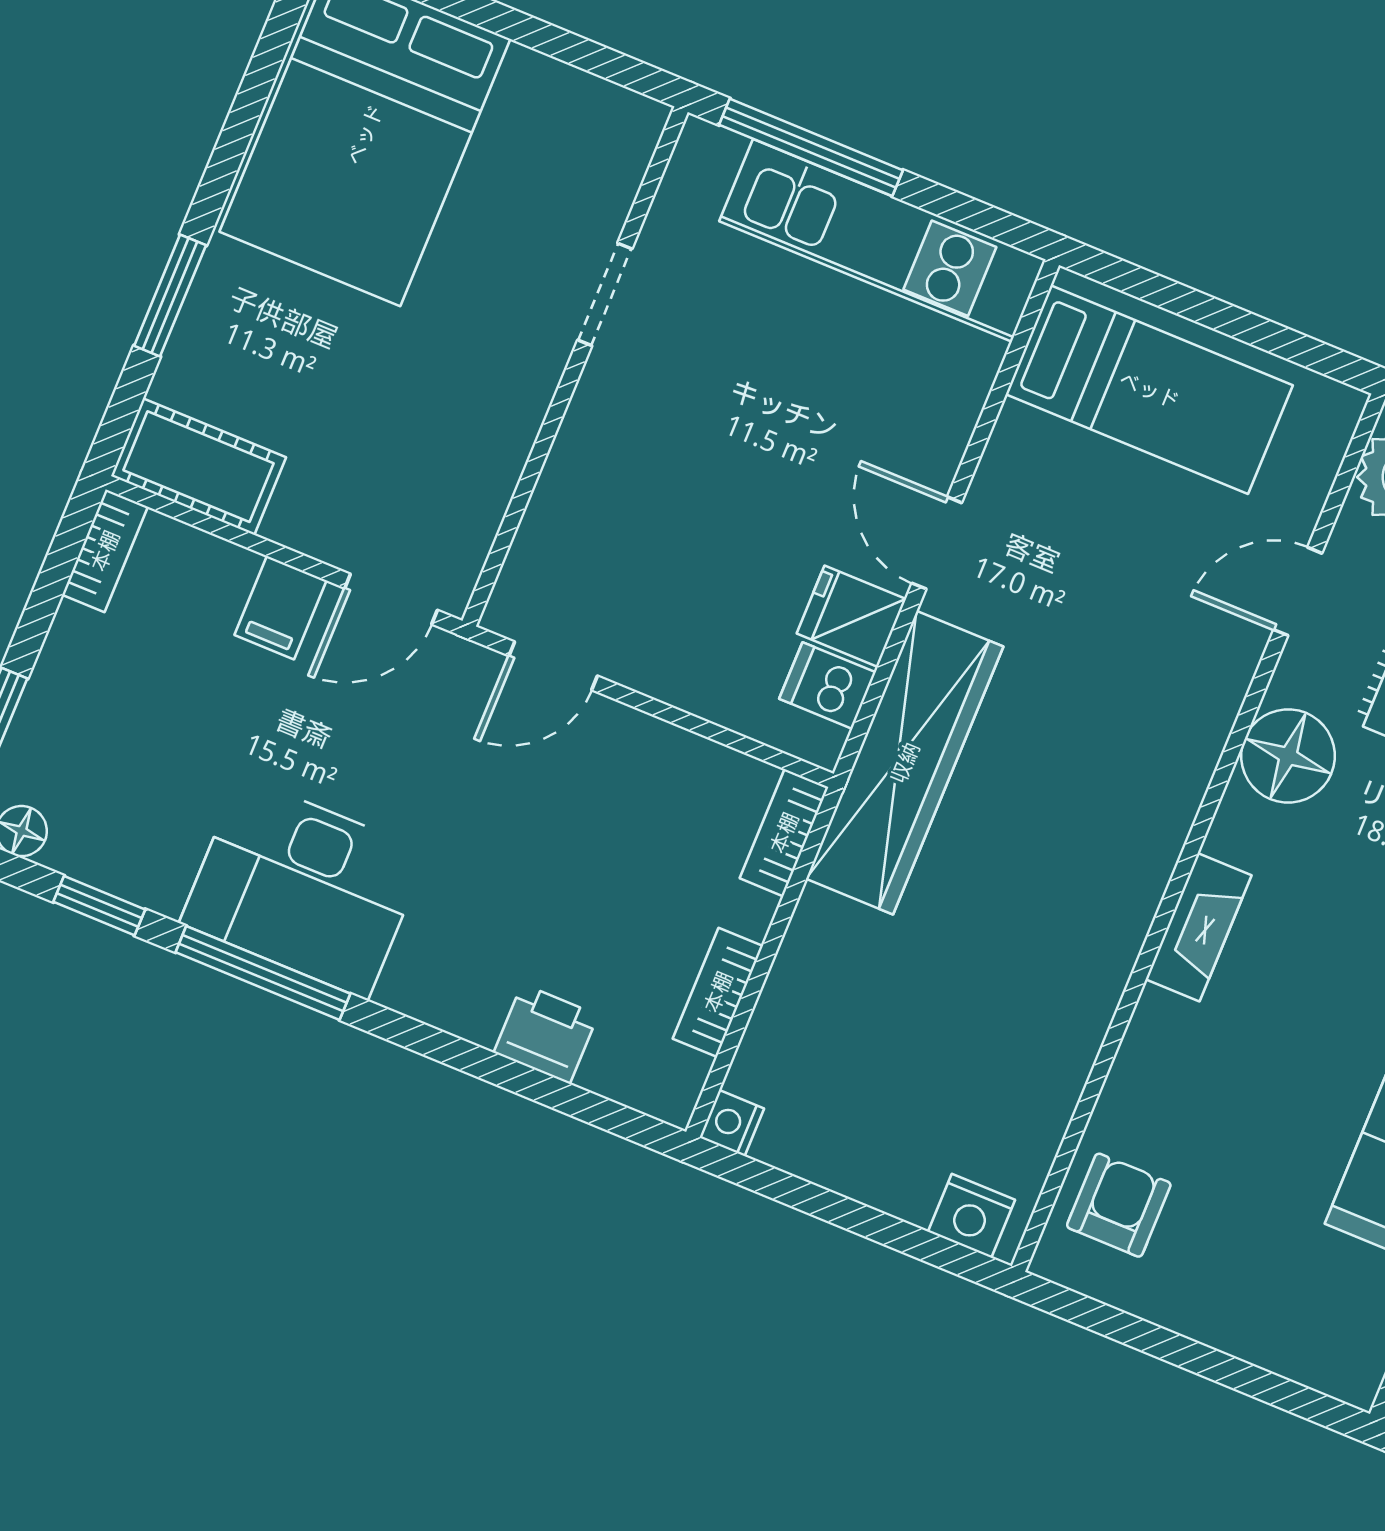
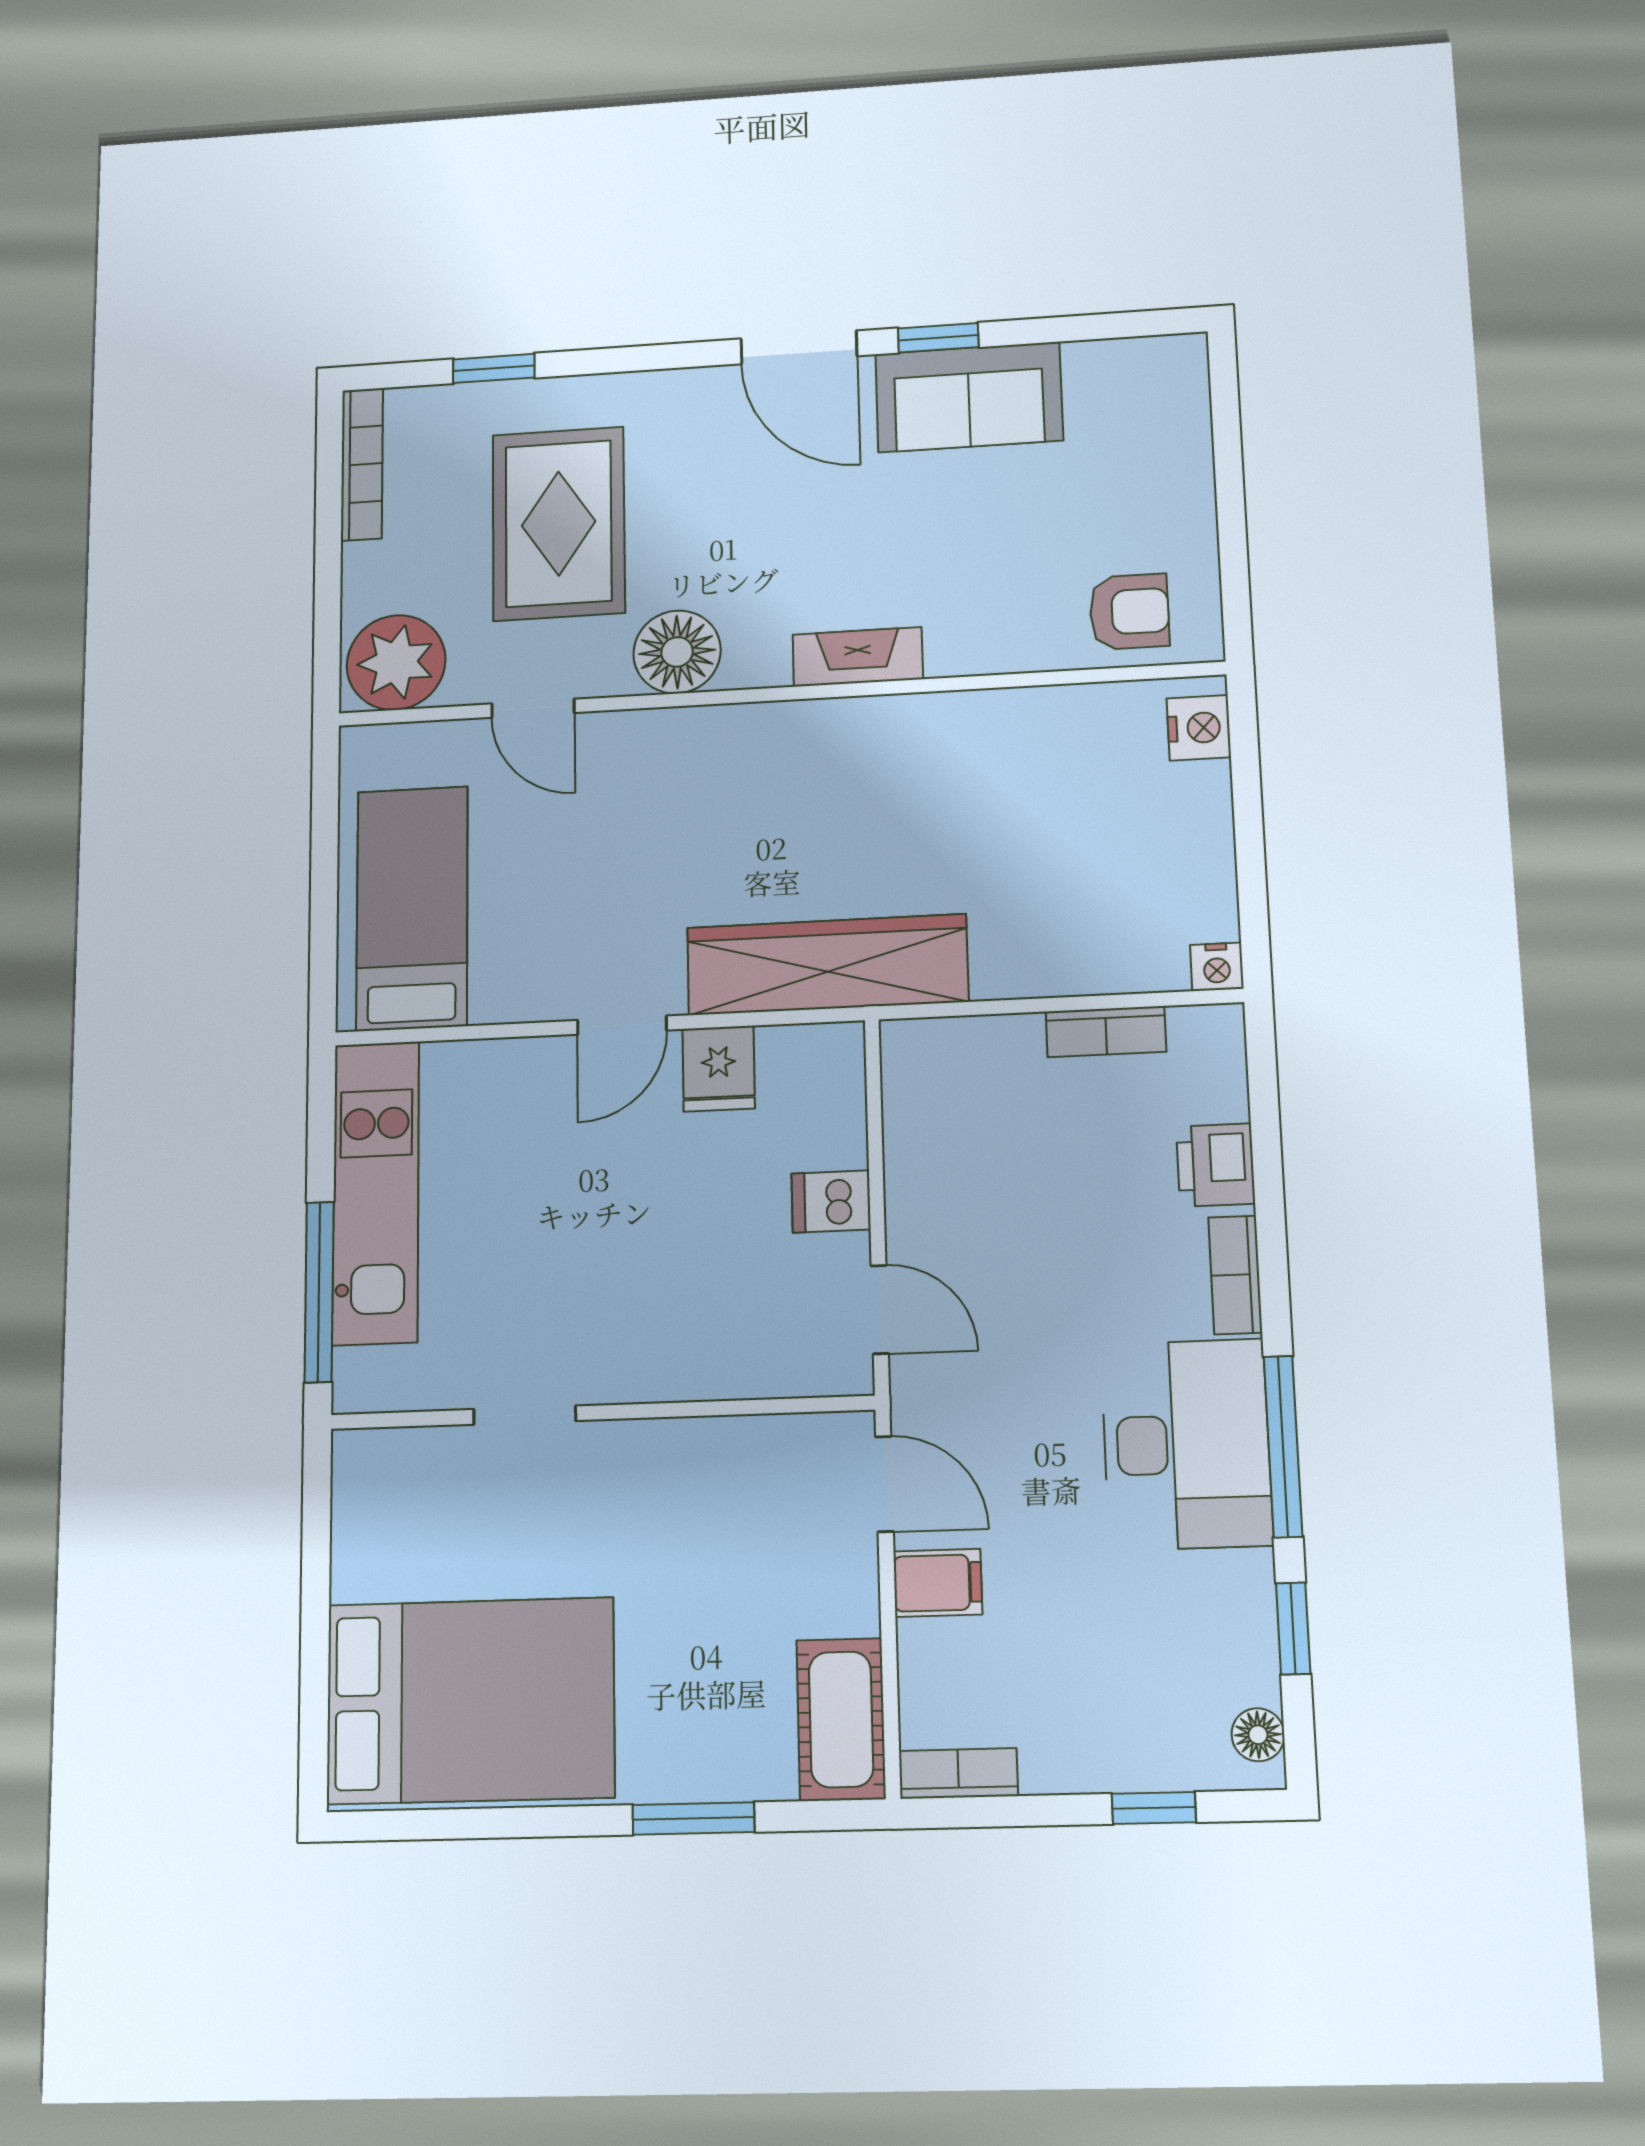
dishwasher: (828, 686) -> (831, 1201), moved, turned 90
bookcase: (784, 833) -> (1235, 1275), moved, turned 90
armchair: (1119, 1205) -> (1129, 612), turned 180

